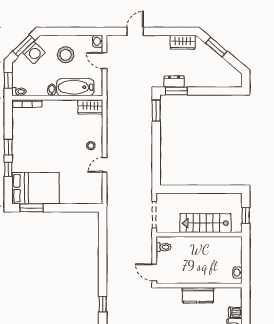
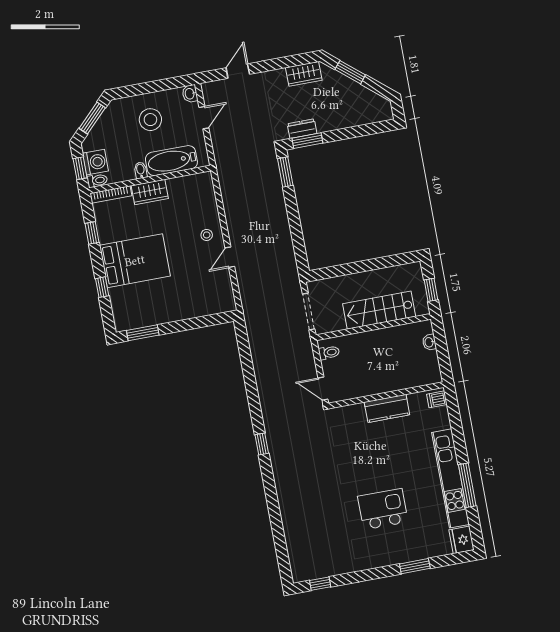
washing machine: (34, 53) -> (95, 162), moved, turned -45
door: (105, 60) -> (204, 118), swing flipped
wardrobe: (90, 107) -> (150, 192), moved
window: (8, 147) -> (92, 233), moved
bed: (36, 188) -> (135, 261), moved
washbasin: (237, 273) -> (429, 342), moved
dishwasher: (235, 312) -> (437, 399), moved

